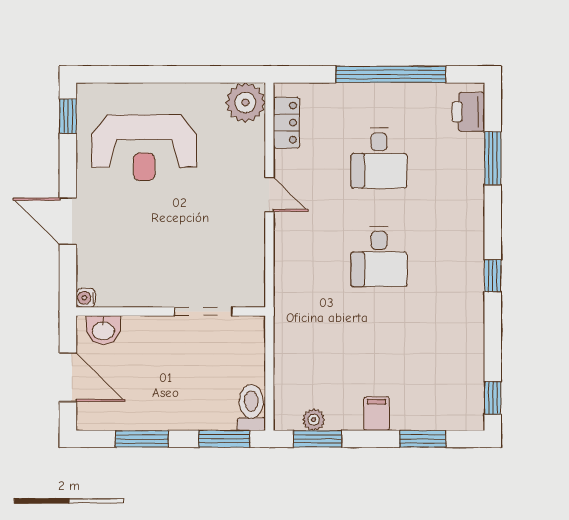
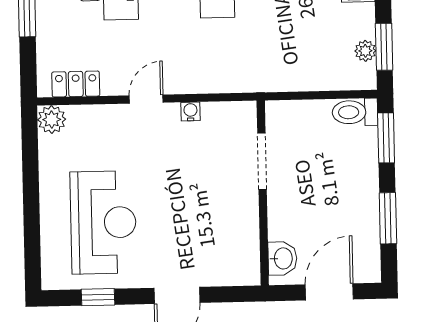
plant: (245, 102) -> (52, 120), width x0.73, depth x0.73
window: (68, 116) -> (98, 297), moved
water cooler: (86, 298) -> (190, 111), moved, turned 180

